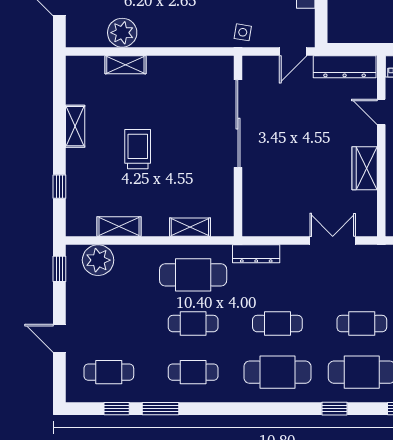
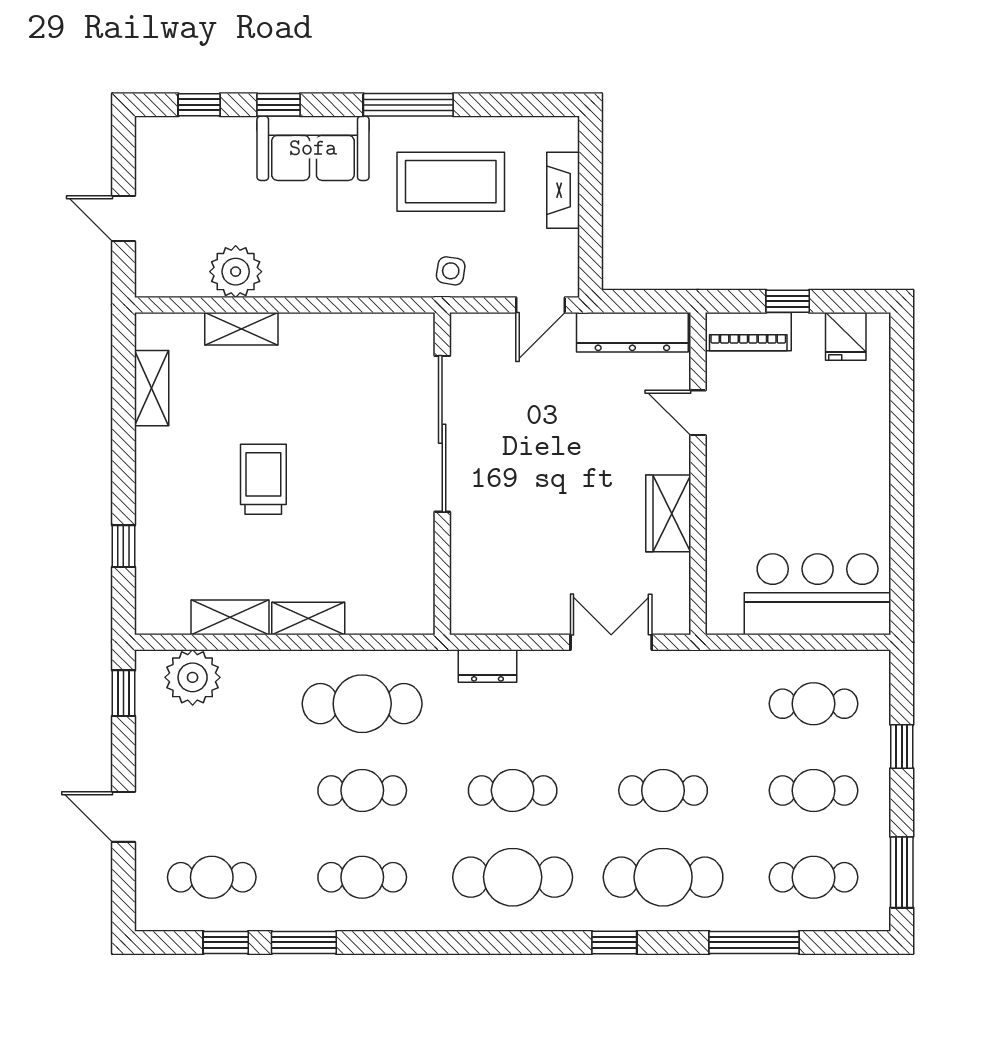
shelving: (75, 126) -> (152, 388), moved
shelving: (190, 227) -> (308, 618), moved
dresser: (256, 254) -> (487, 666), width x0.70

